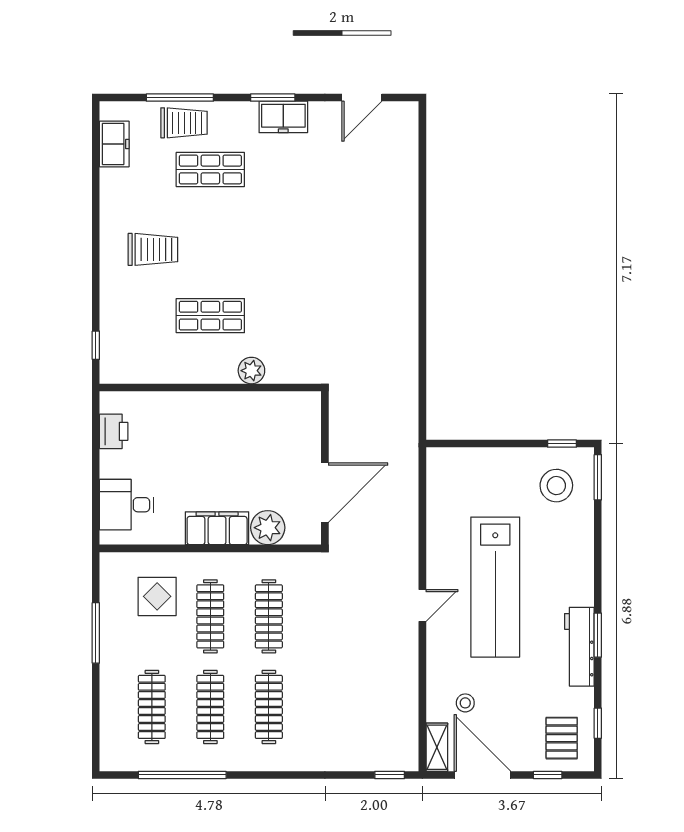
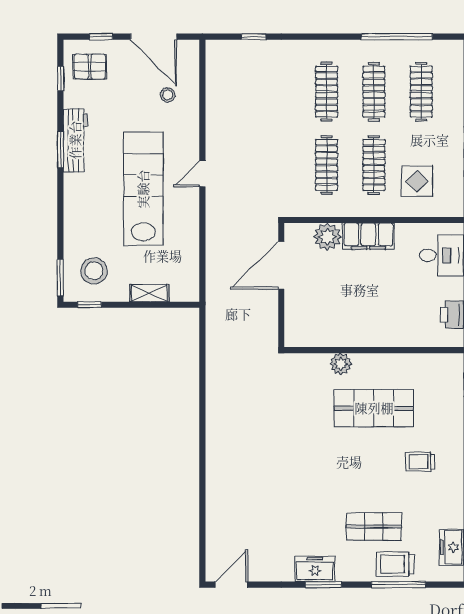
door: (362, 98) -> (231, 585), moved
trolley: (153, 249) -> (420, 462), width x0.73, depth x0.72
shop shelf: (210, 316) -> (374, 408), width x1.43, depth x1.36
pallet: (562, 738) -> (90, 67), turned 90
shelving: (437, 747) -> (149, 293), moved, turned 90
window: (390, 775) -> (254, 37), moved

